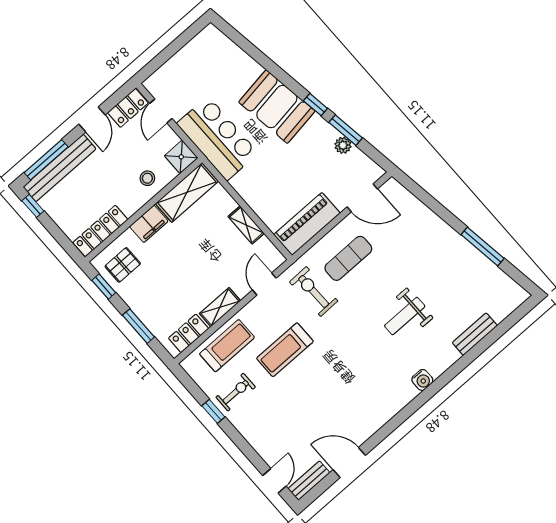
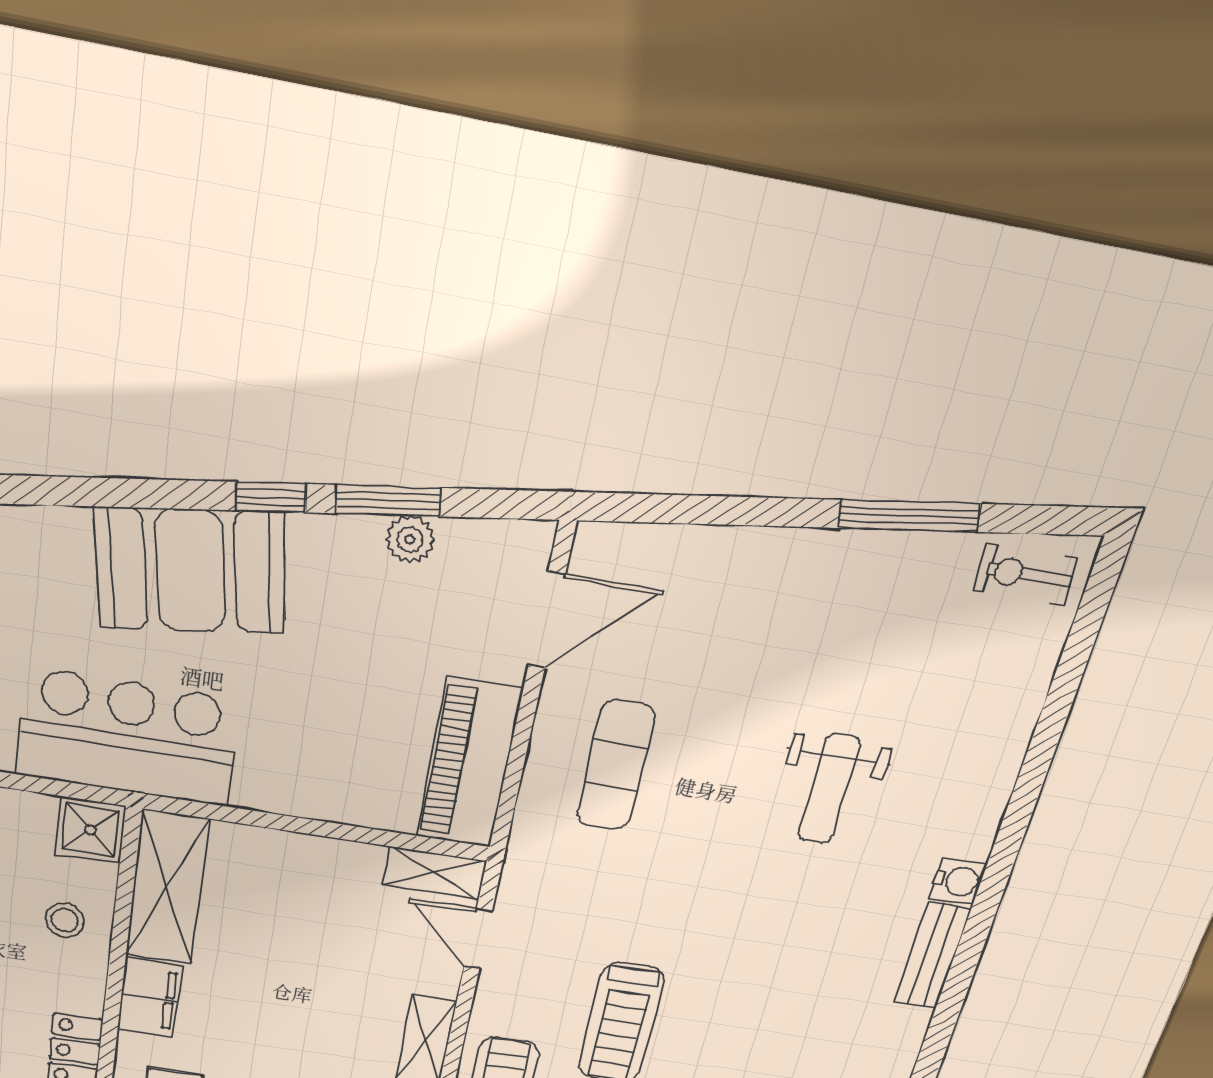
shelving: (246, 225) -> (434, 873), moved
exercise bike: (314, 291) -> (1025, 574), moved, width x0.73, depth x0.72
bench: (475, 334) -> (932, 956), moved

